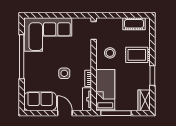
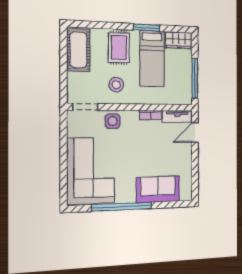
cot: (134, 24) -> (78, 50), width x1.37, depth x1.34
side table: (64, 73) -> (113, 121), moved
bed: (105, 90) -> (152, 59), moved, turned -90
sofa: (40, 101) -> (158, 189), moved, turned 90
door: (65, 113) -> (195, 132), moved

